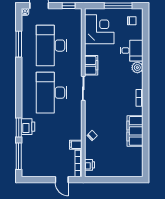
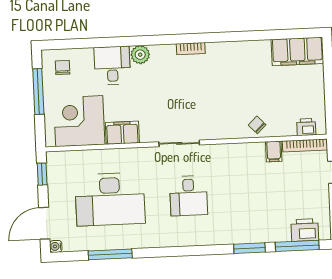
filing cabinet: (91, 65) -> (122, 133), moved
desk: (52, 93) -> (189, 196), width x0.53, depth x0.77
printer: (28, 127) -> (305, 230), moved
filing cabinet: (135, 131) -> (297, 51), moved

